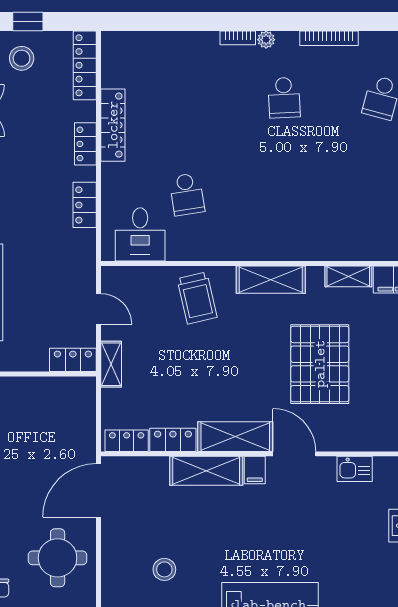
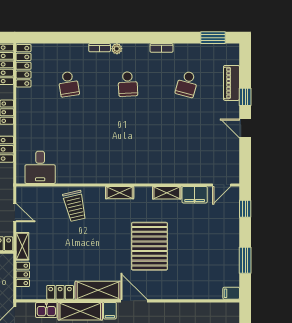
bookcase: (329, 38) -> (161, 48), width x0.64
locker: (113, 125) -> (23, 66), moved
school desk: (187, 194) -> (69, 84), moved
shelving: (271, 280) -> (120, 193), width x0.67, depth x0.75
locker: (127, 441) -> (23, 274), moved, turned 90
kitchen sink: (355, 469) -> (46, 310), moved

